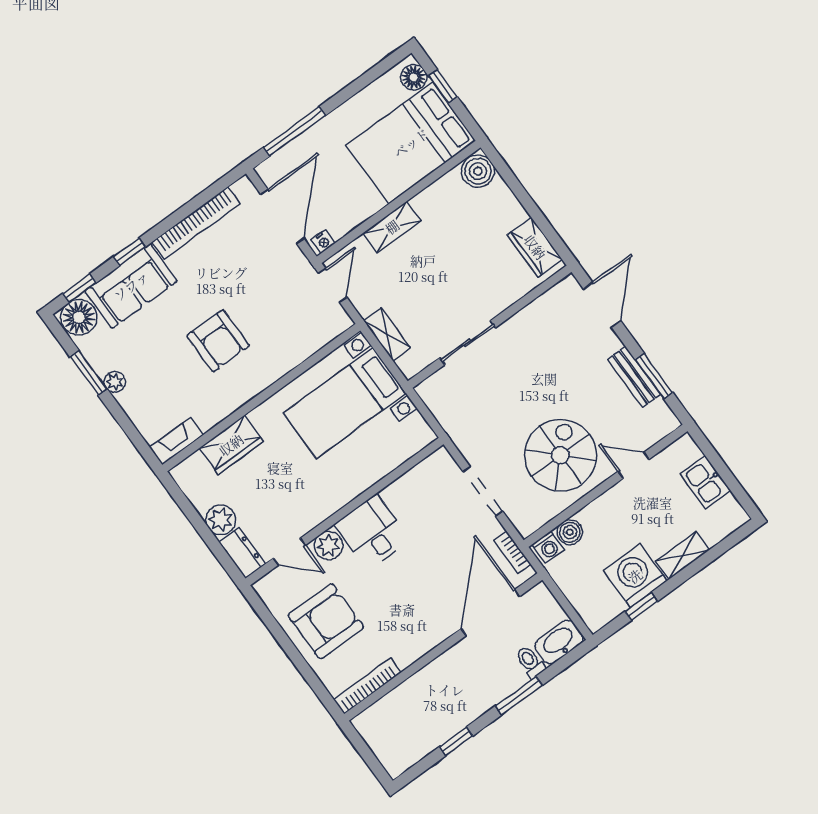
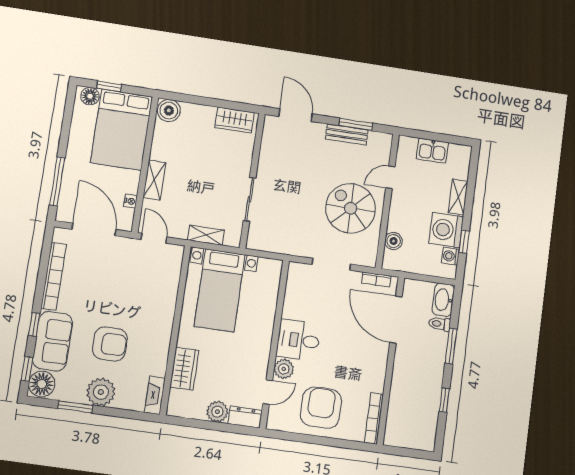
nightstand: (323, 241) -> (130, 201), moved
armchair: (218, 341) -> (110, 344), moved
plant: (115, 382) -> (101, 392), width x1.88, depth x1.88
washing machine: (548, 547) -> (450, 256), moved, turned 180

